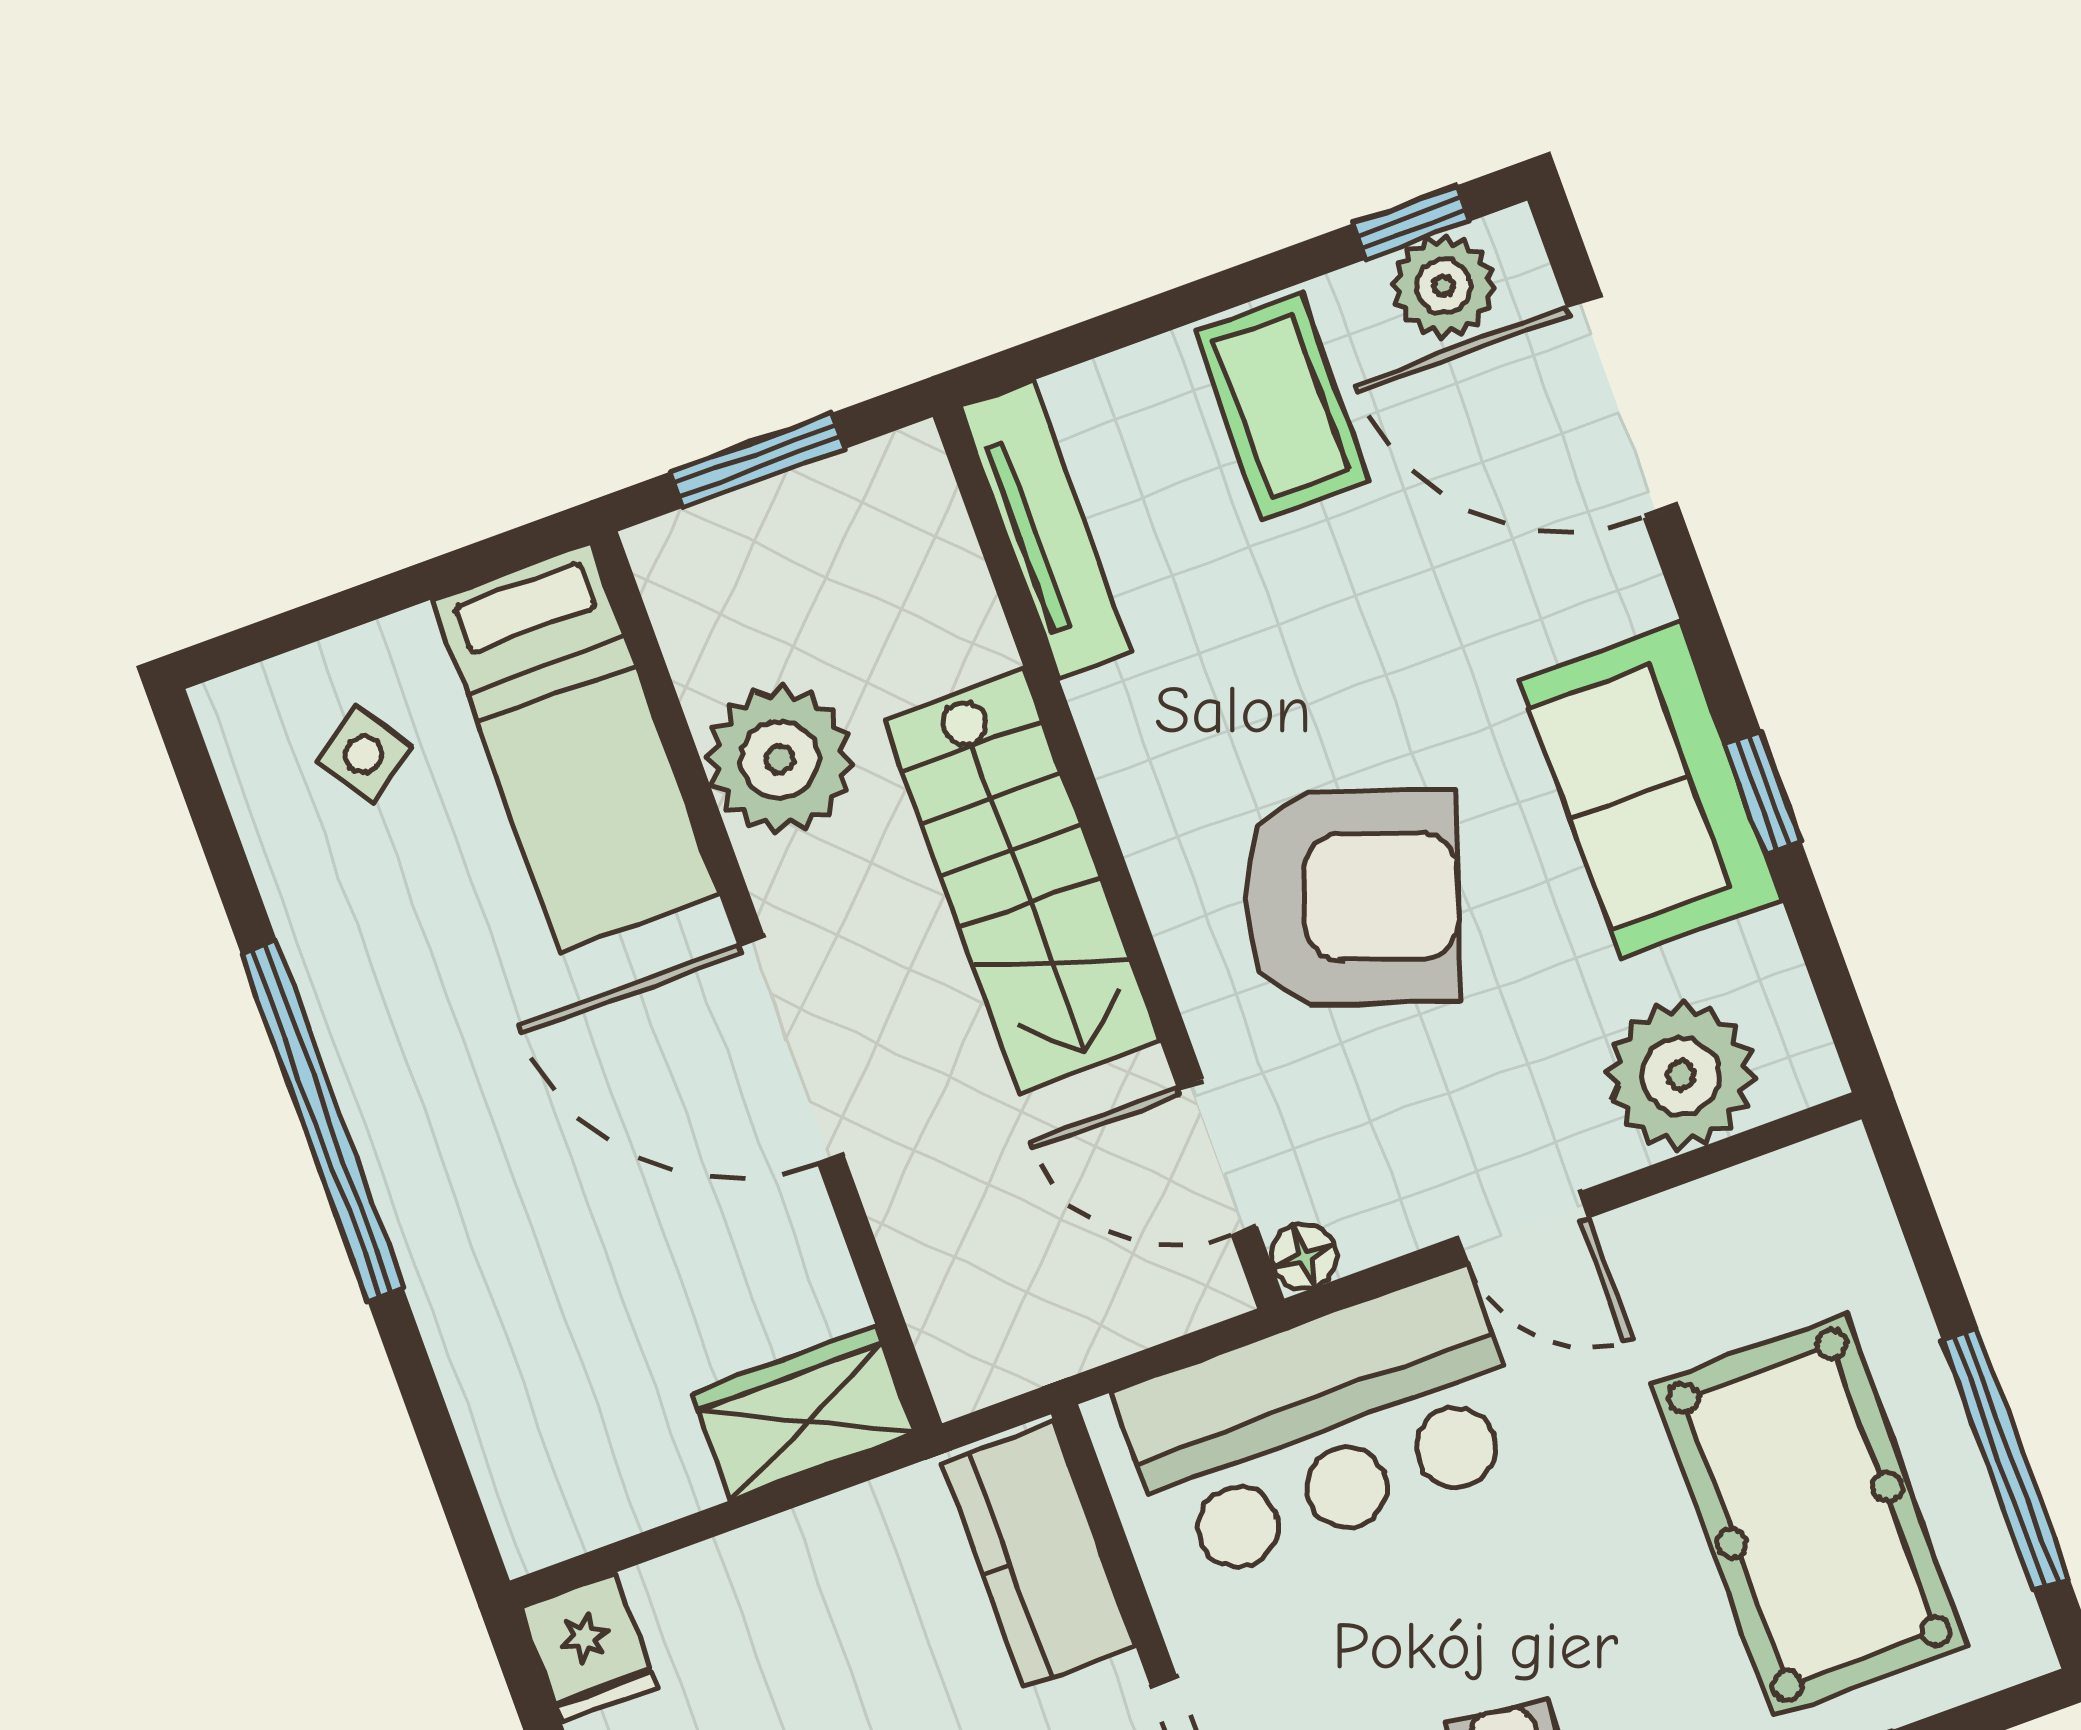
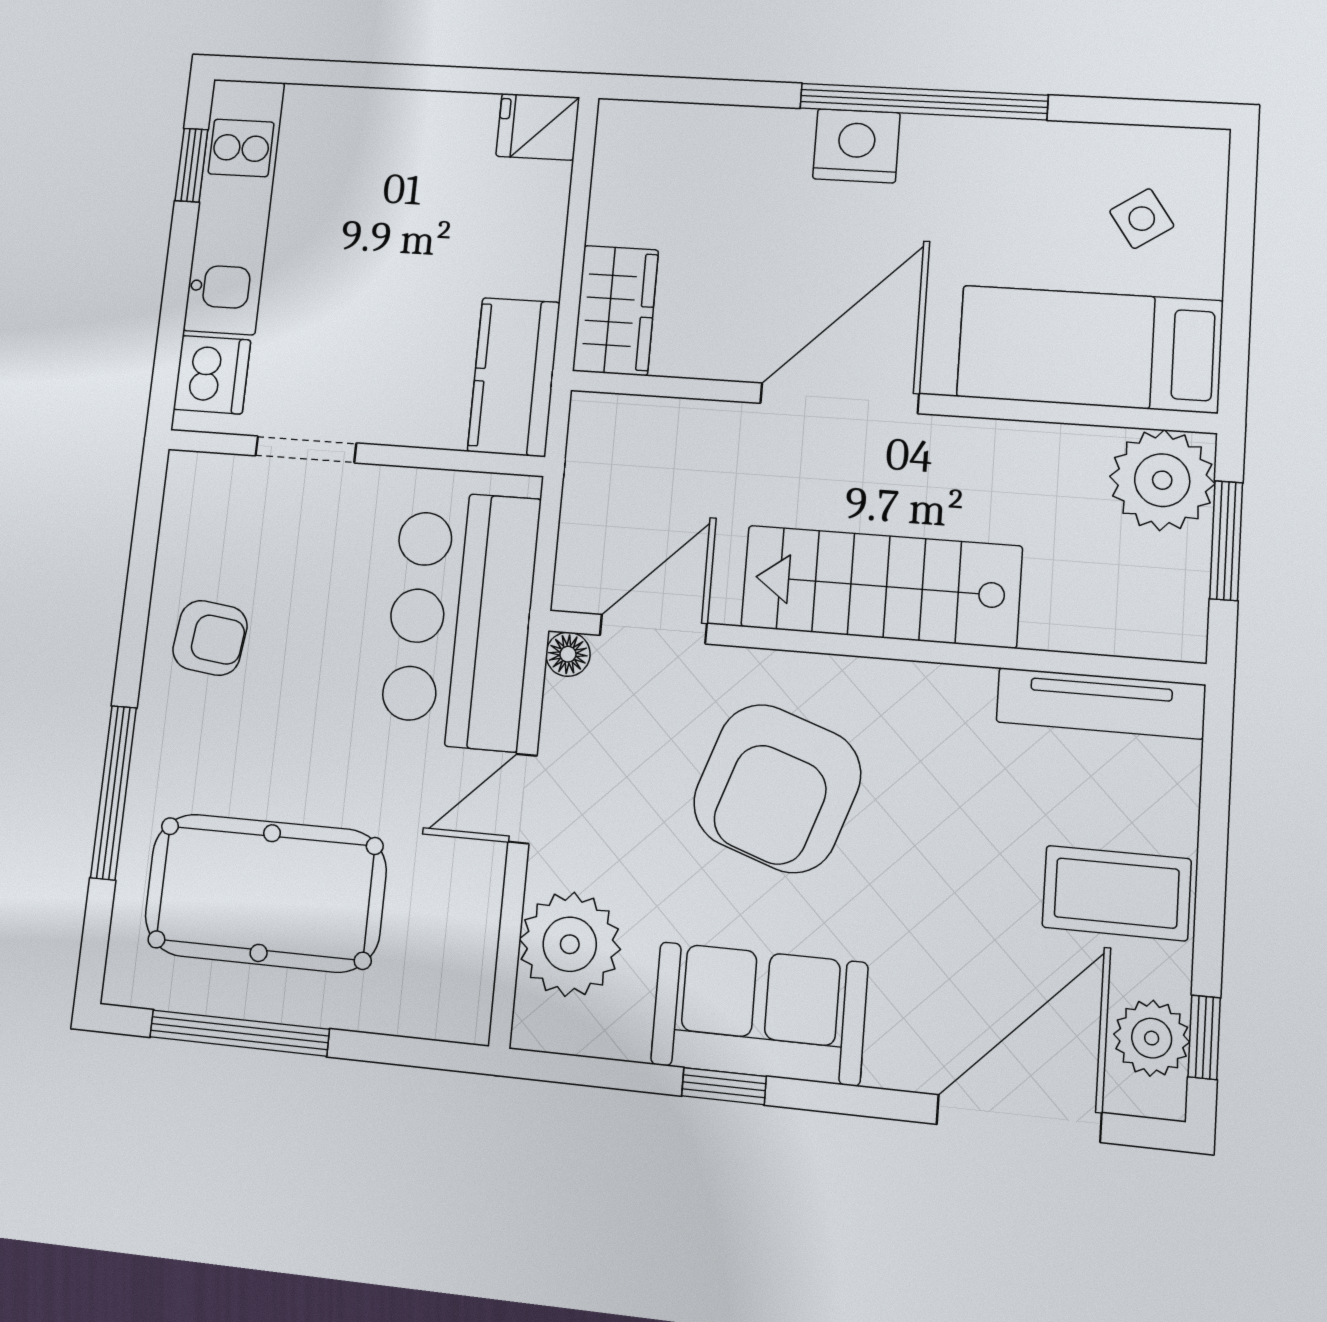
plant: (780, 759) -> (1162, 480), moved
nightstand: (425, 1186) -> (856, 146), added
kitchen counter: (1038, 1555) -> (514, 377), moved, turned -90

